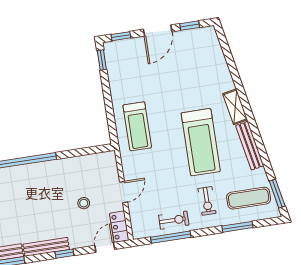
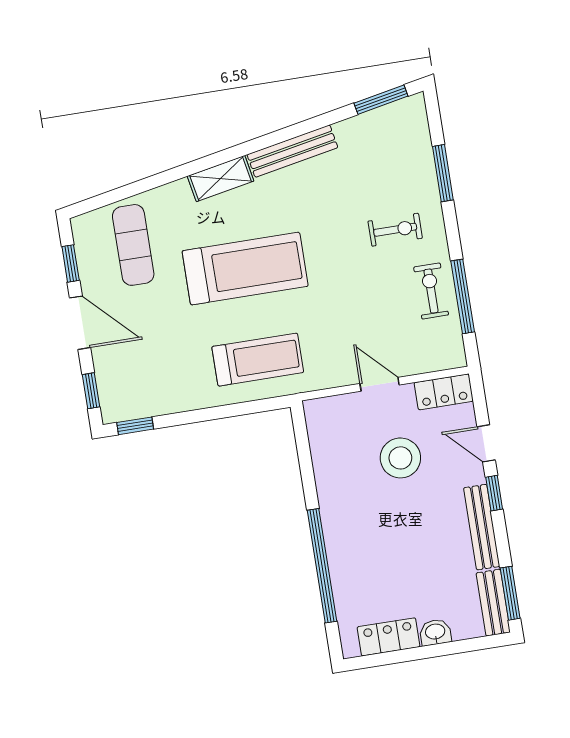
treadmill: (201, 142) -> (245, 269), moved
exercise mat: (249, 198) -> (133, 245), moved
stool: (84, 203) -> (400, 458), width x1.89, depth x1.89
door: (105, 247) -> (486, 443), moved

